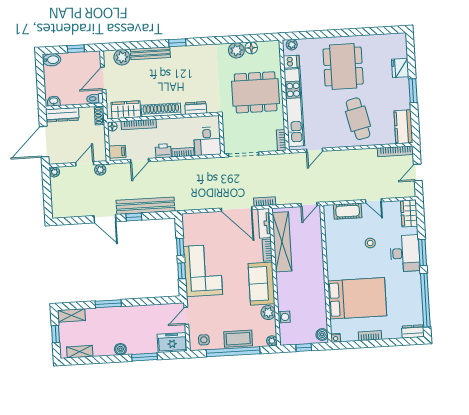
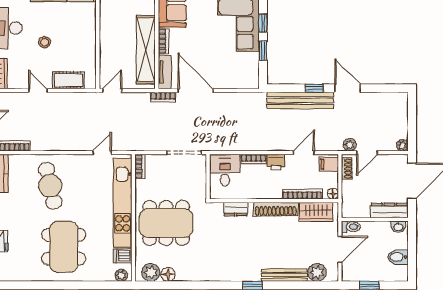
plant: (236, 50) -> (151, 273), moved
bidet: (52, 60) -> (398, 257), moved
shoe rack: (100, 116) -> (347, 169), moved

